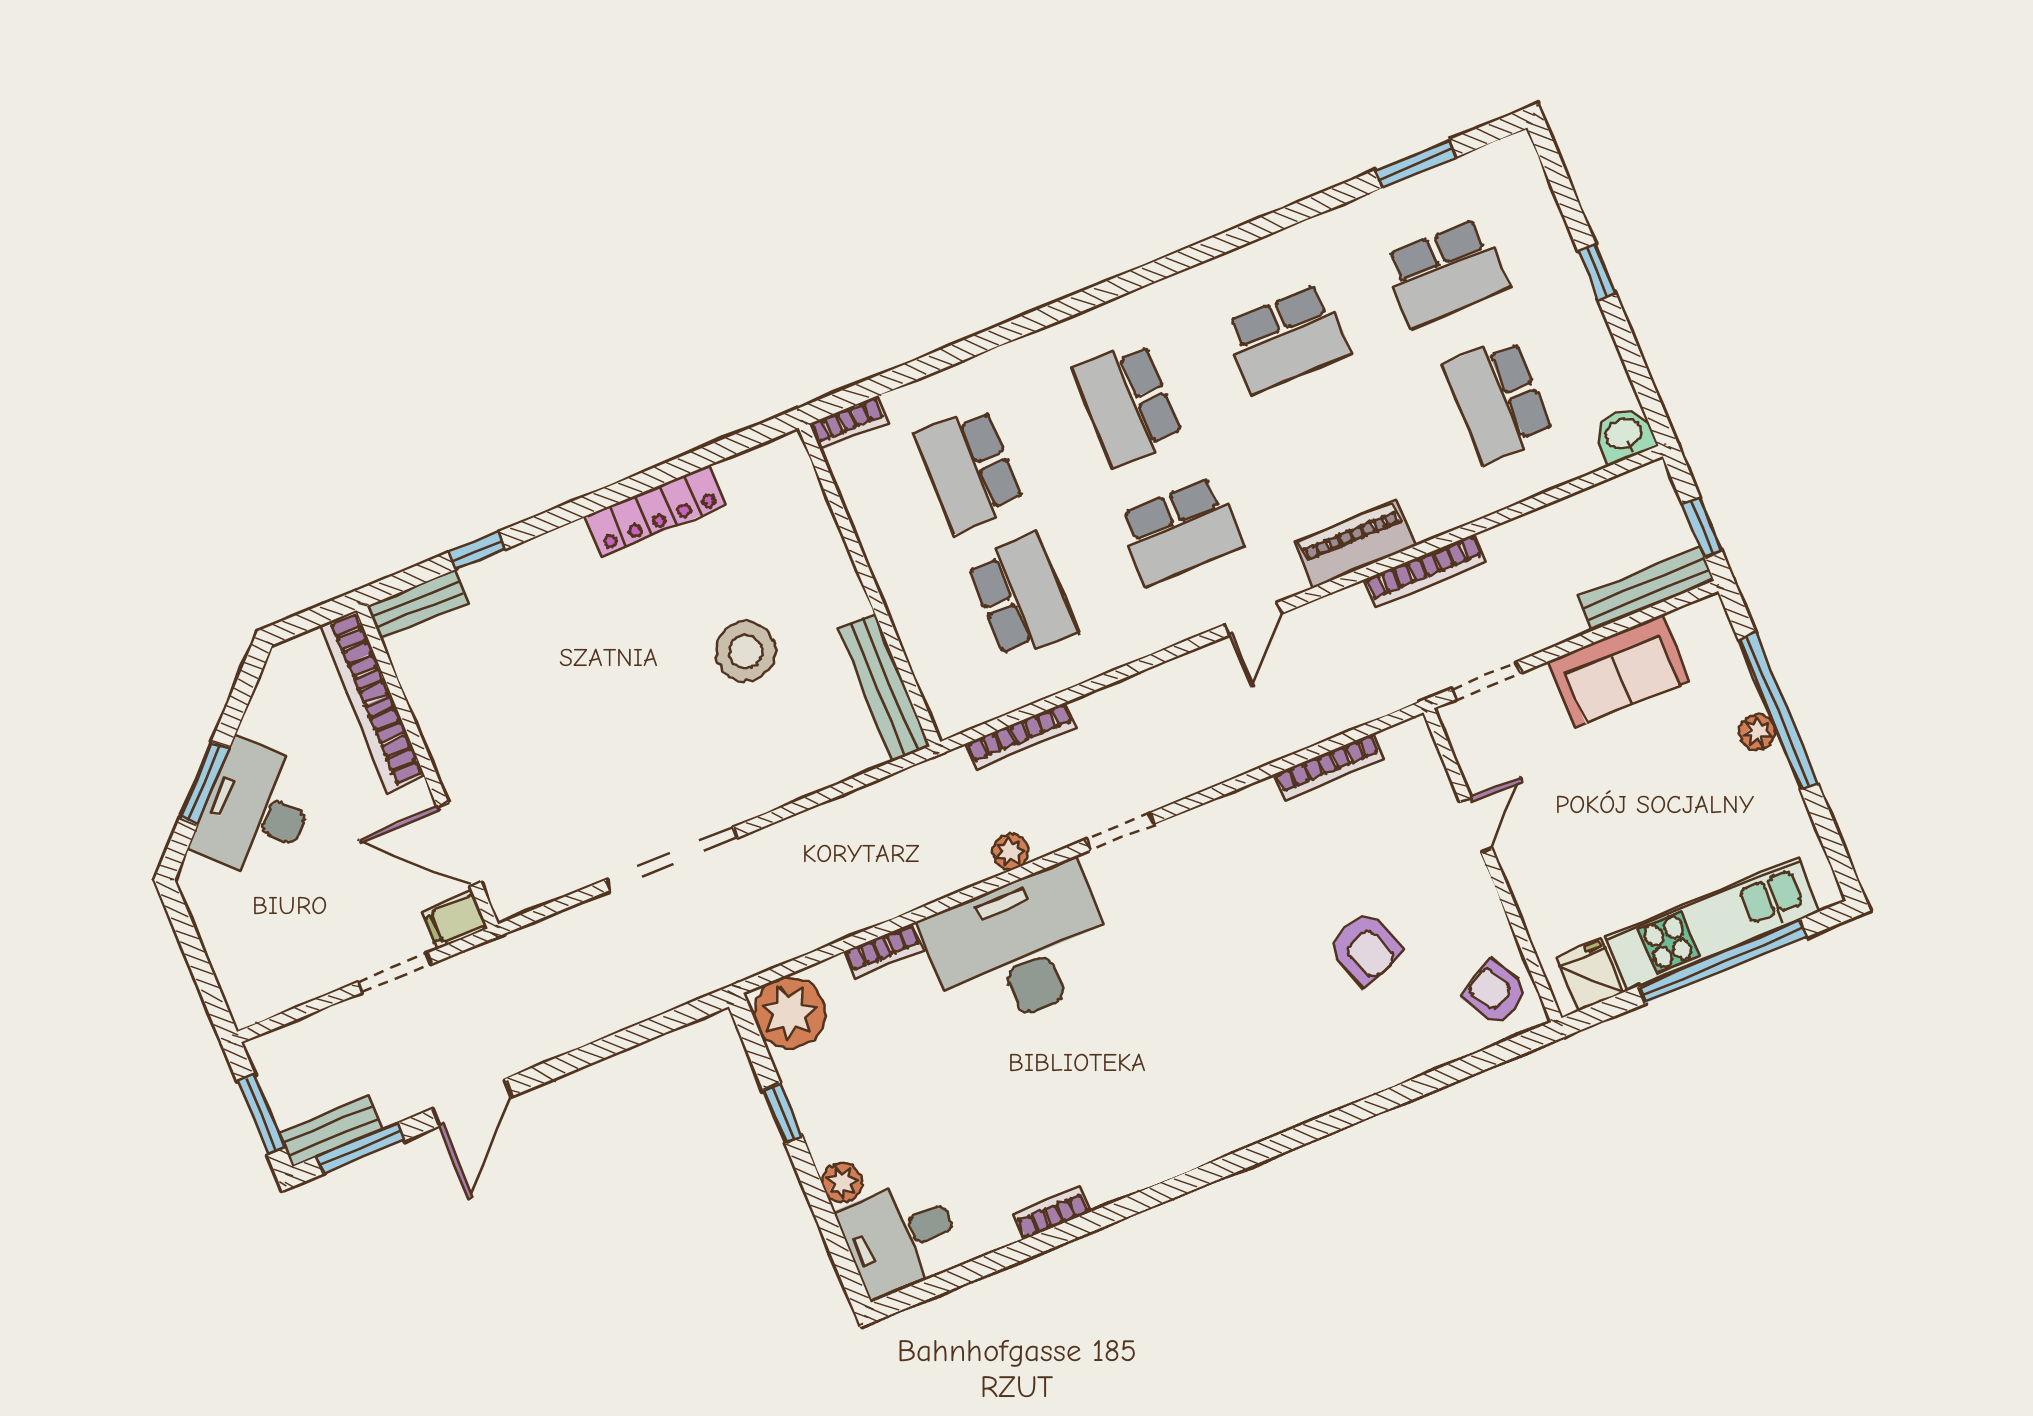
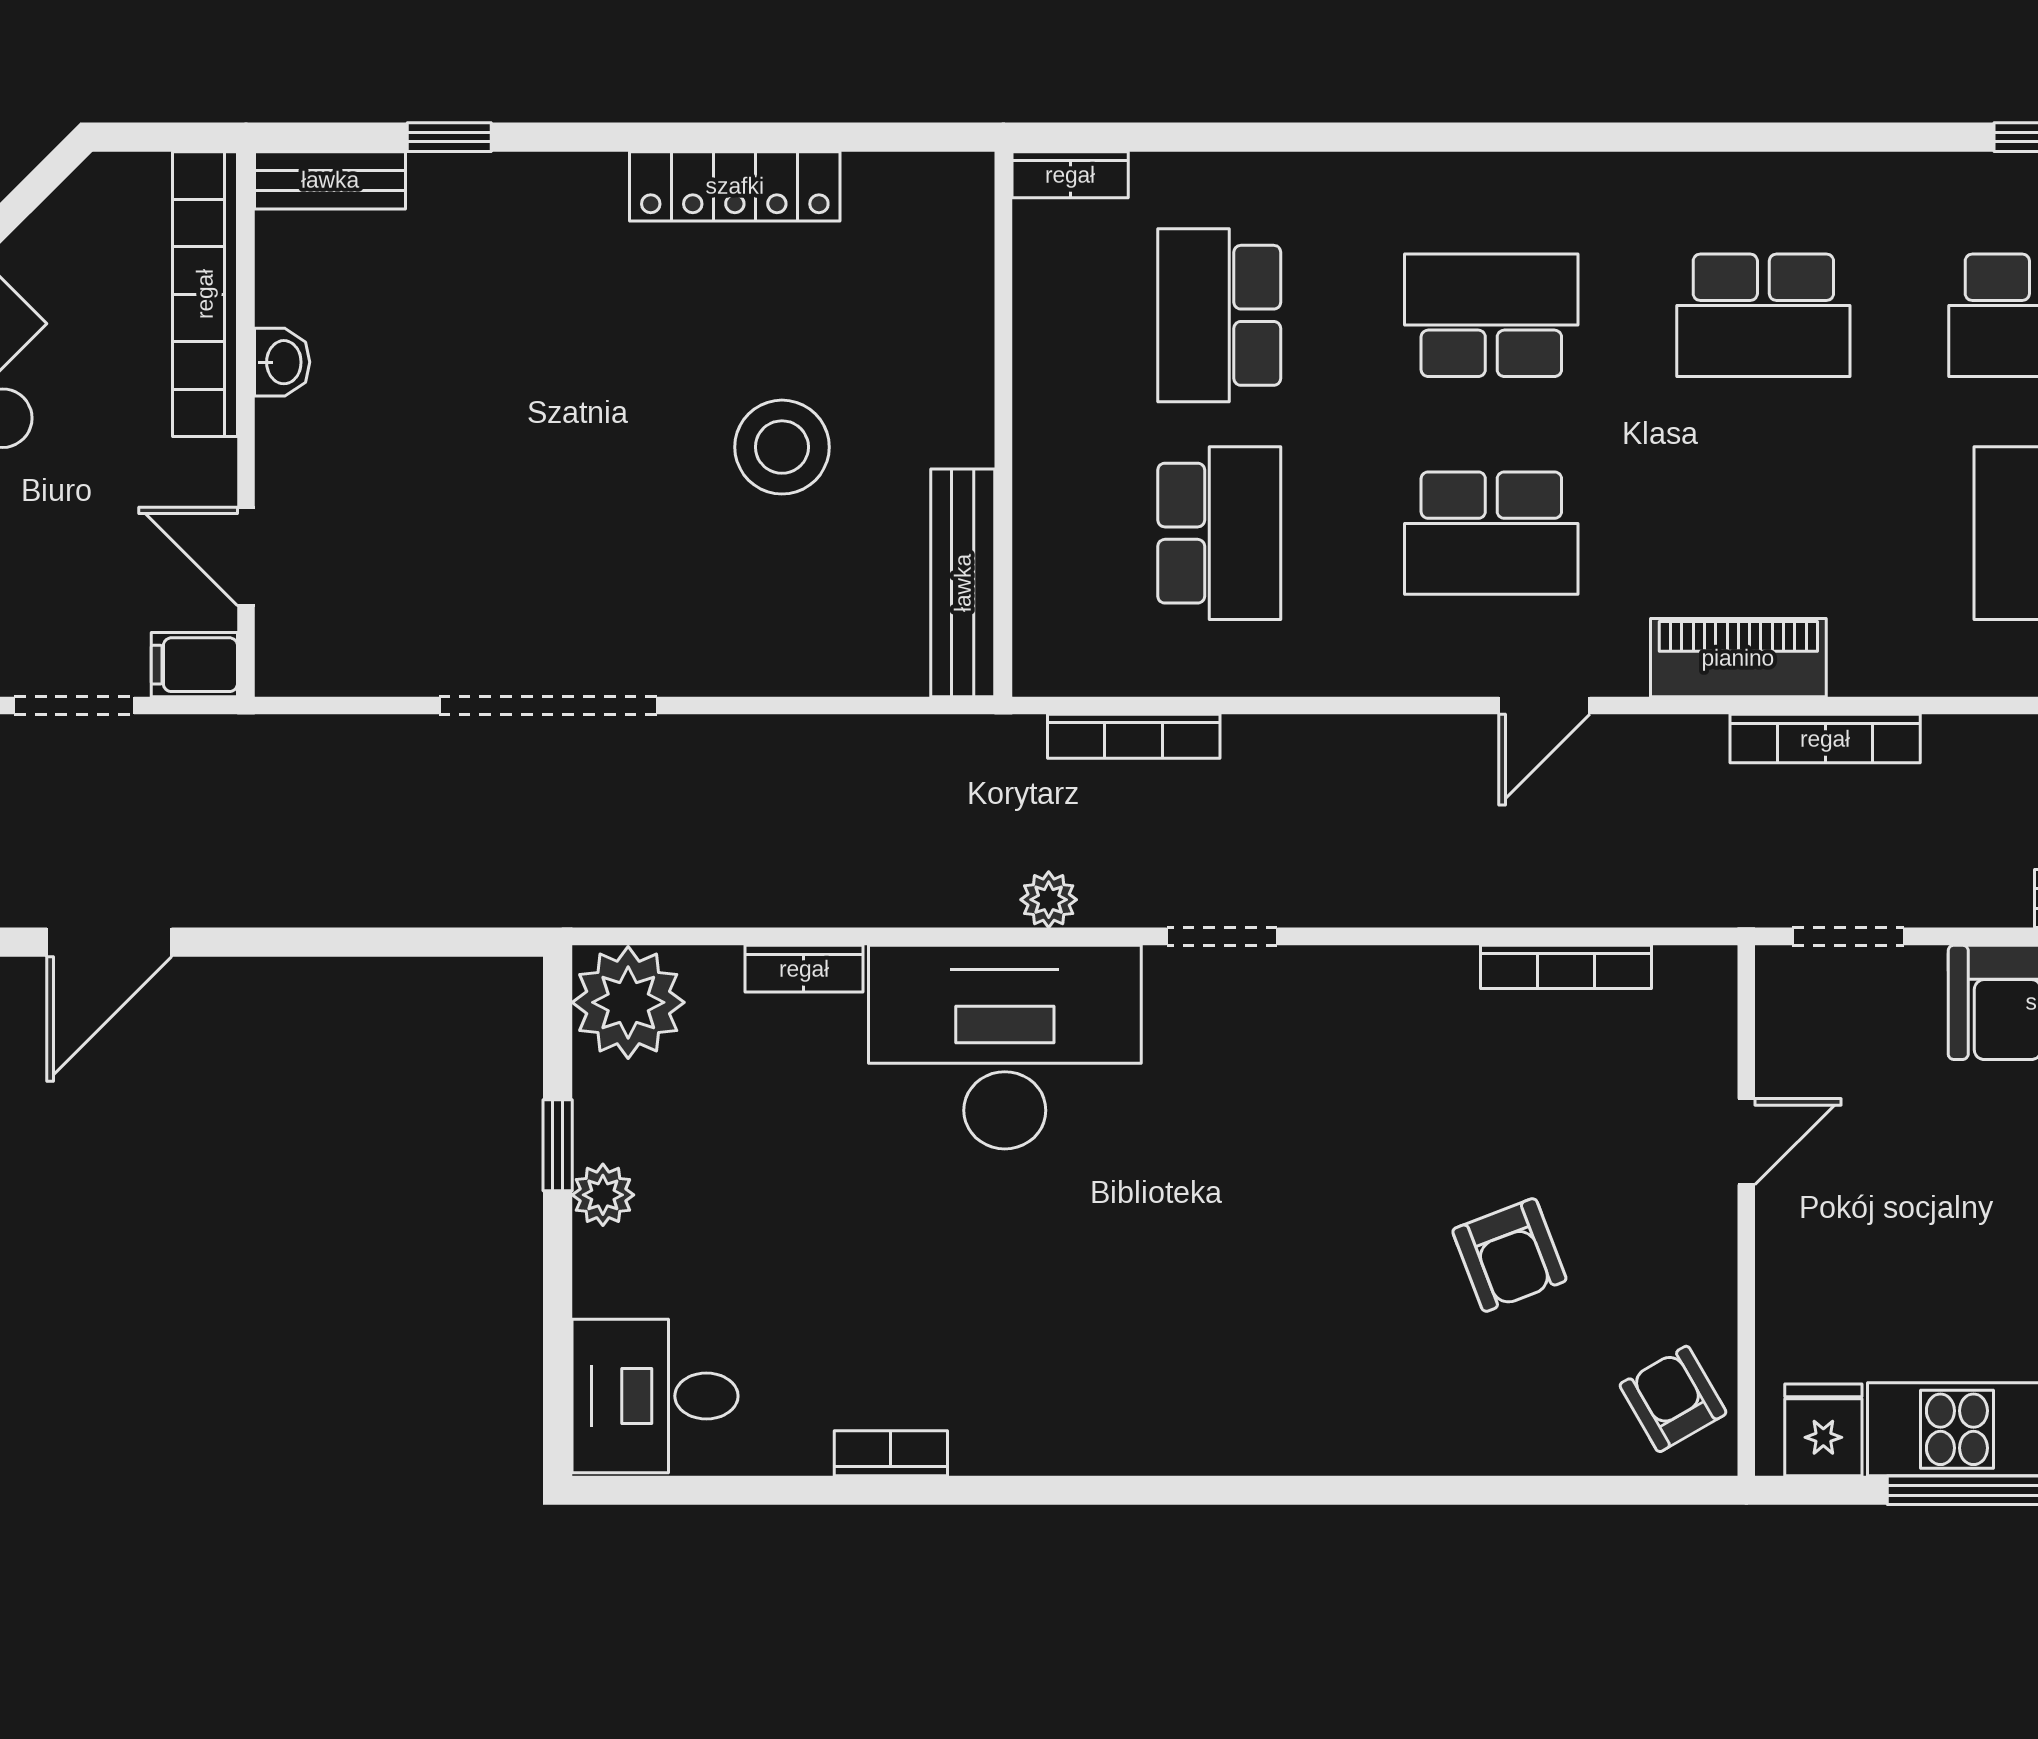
school desk: (1128, 404) -> (1491, 315), turned 90
washbasin: (433, 722) -> (282, 362), added
door: (459, 844) -> (246, 556), width x0.73
plant: (842, 1182) -> (603, 1195), moved

